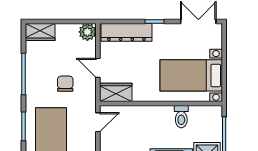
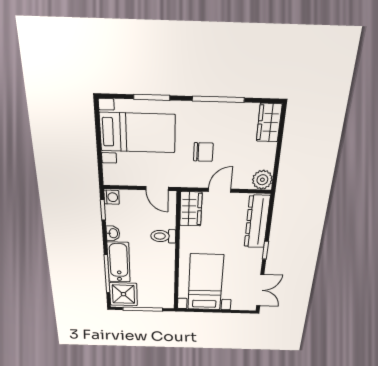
toilet: (181, 117) -> (163, 236), moved

